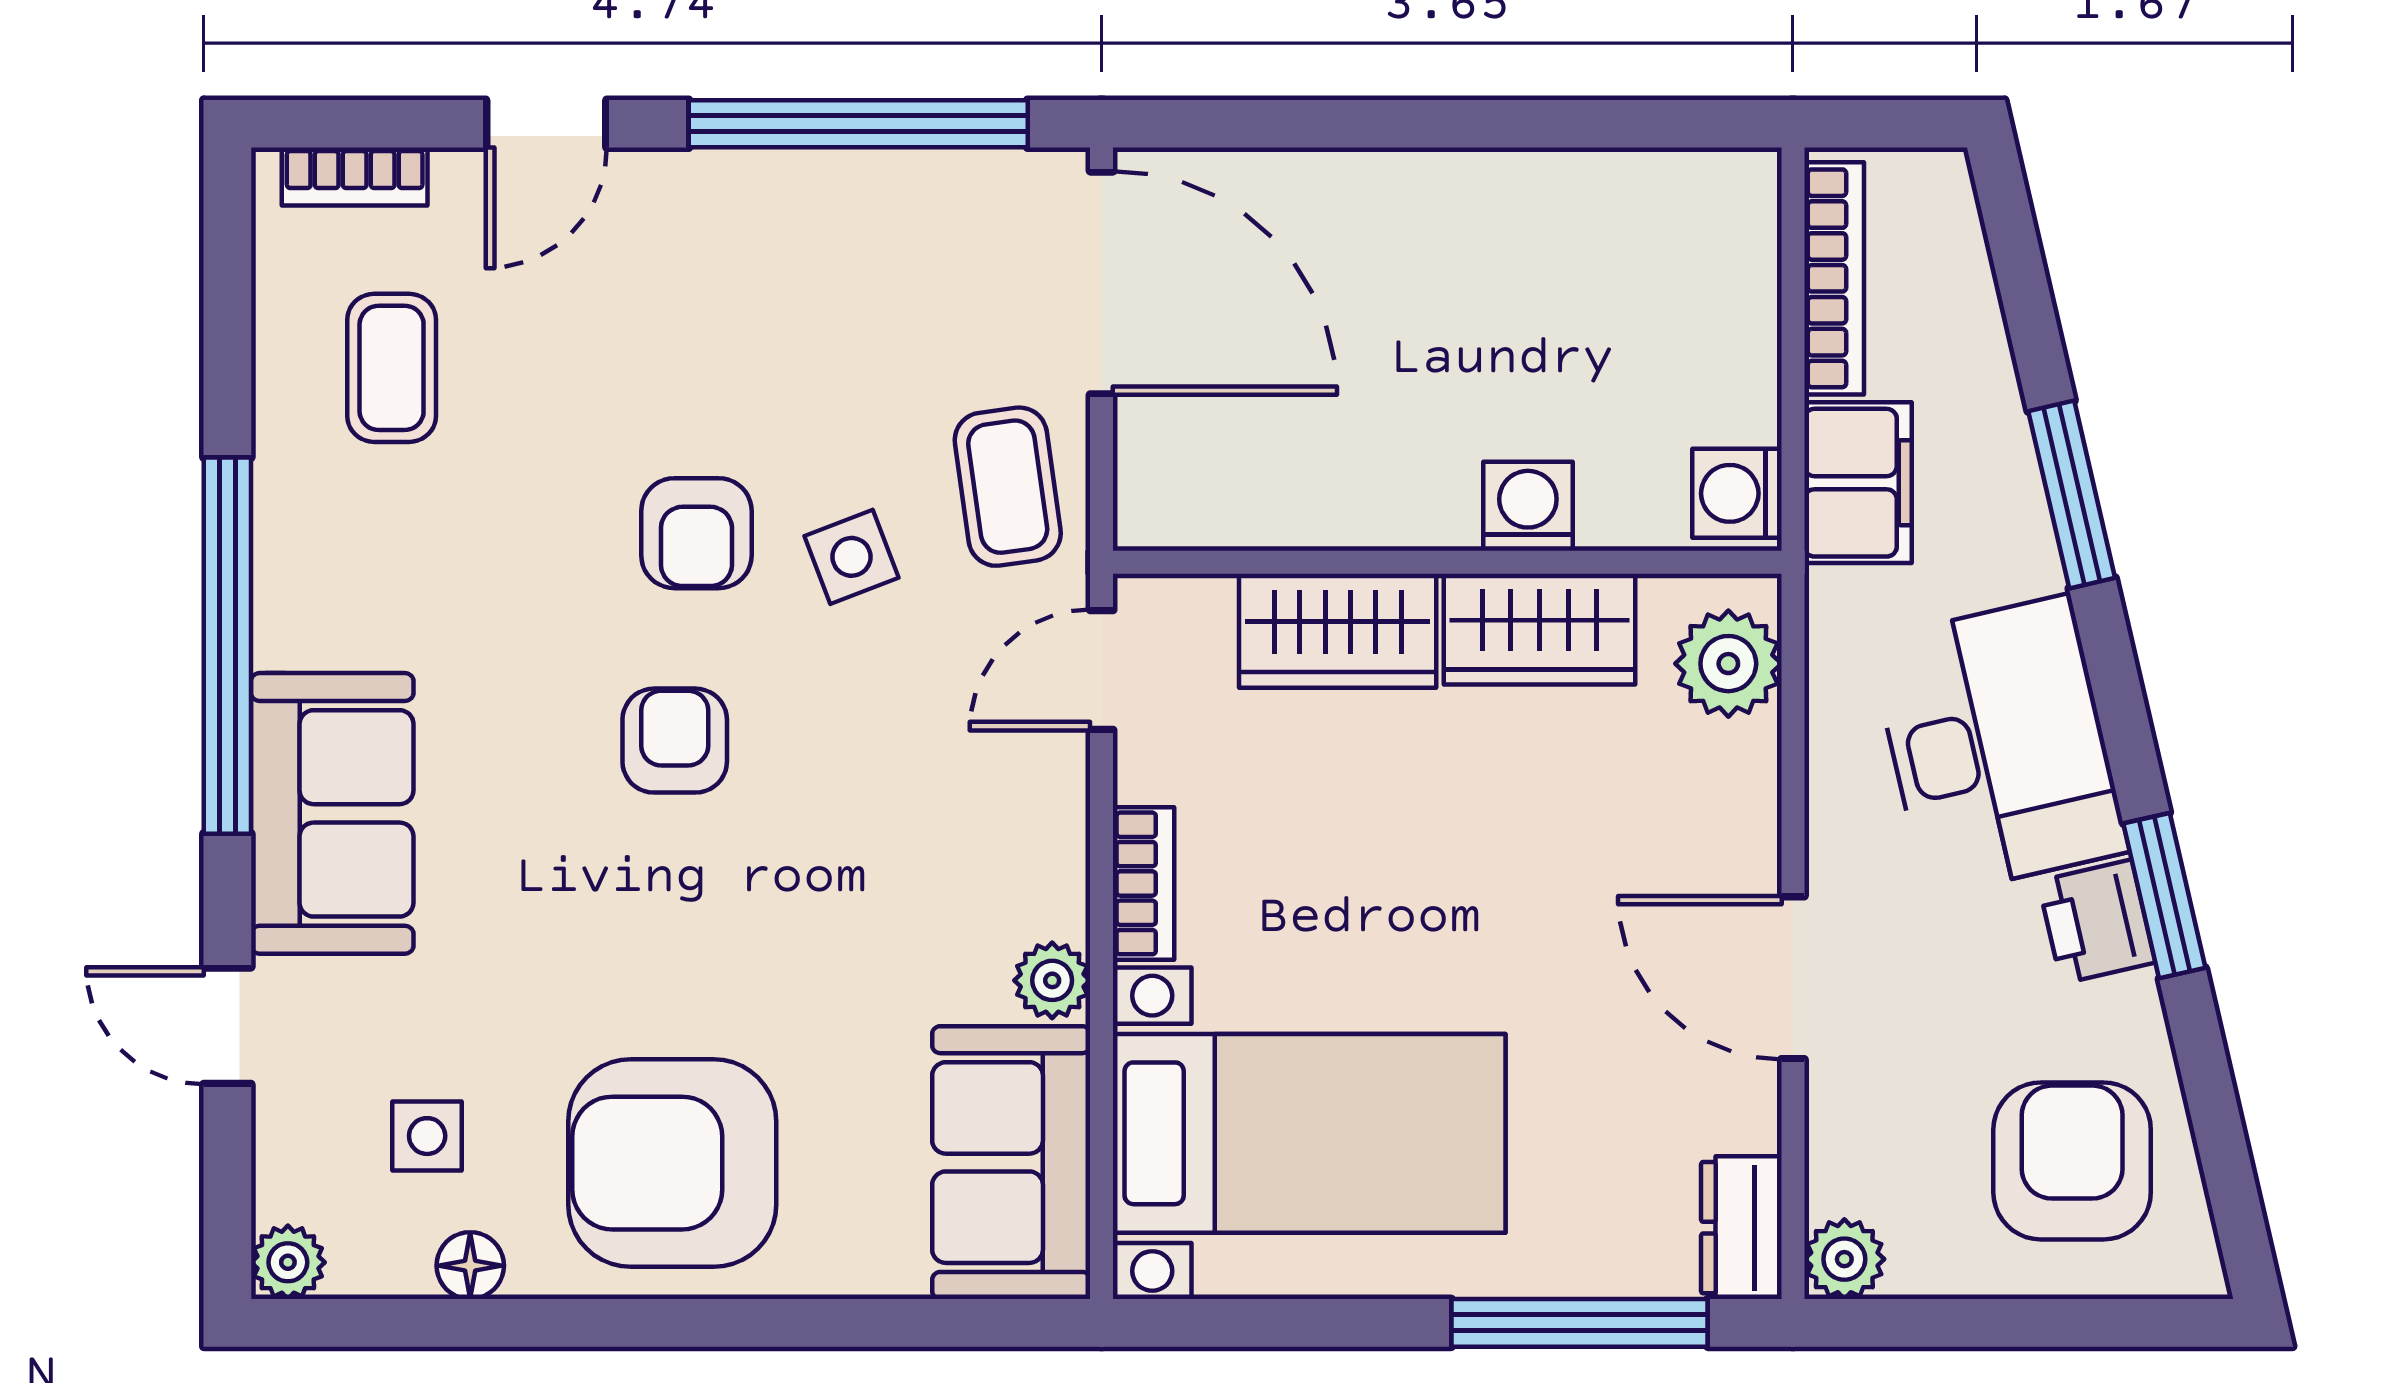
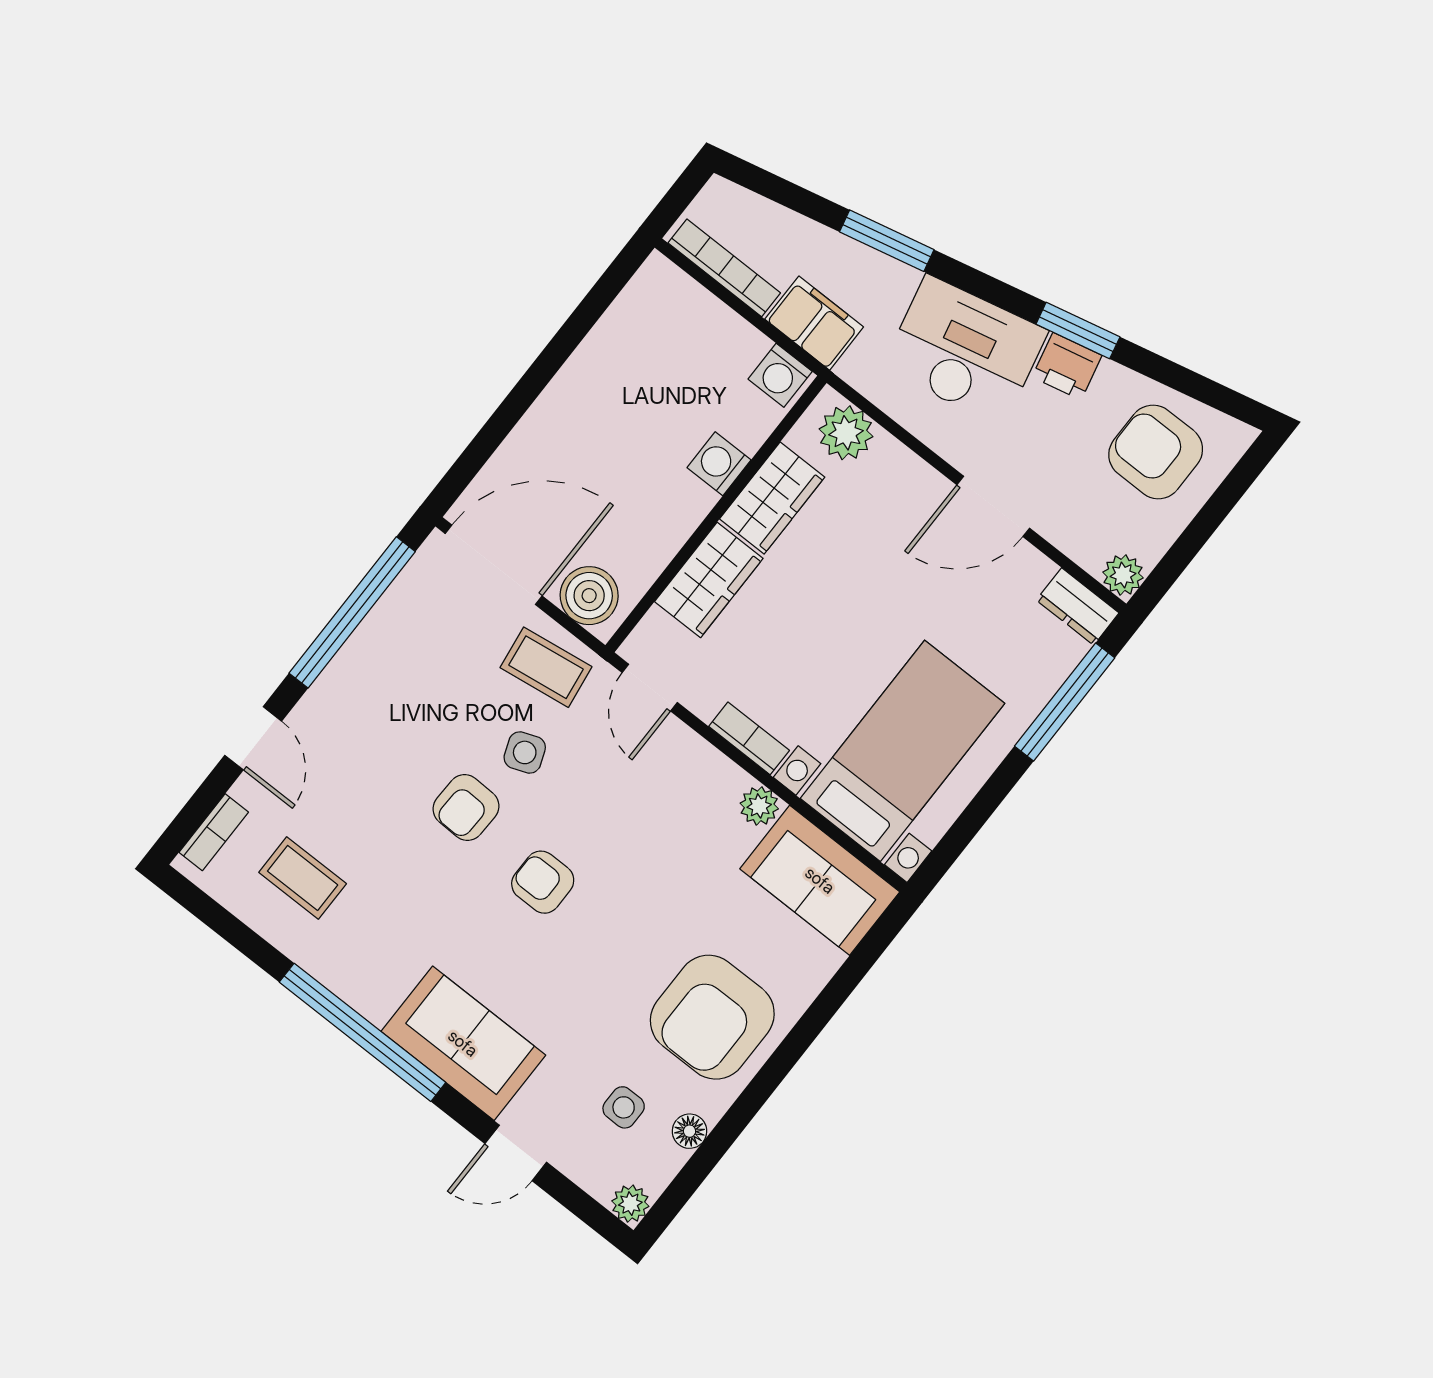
boiler: (1169, 466) -> (589, 596), added
armchair: (696, 533) -> (466, 807), turned 92

